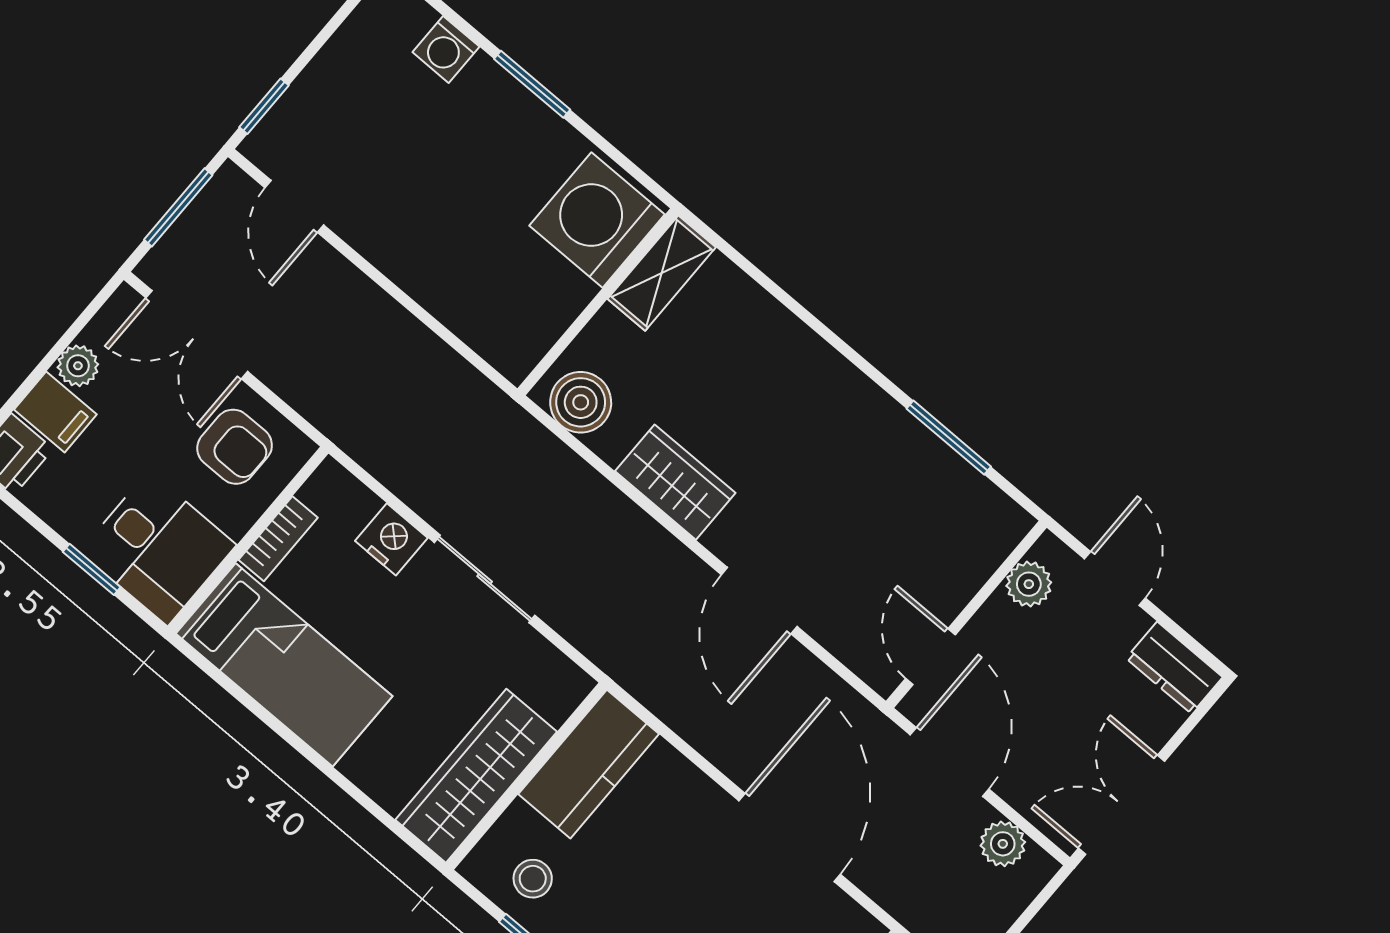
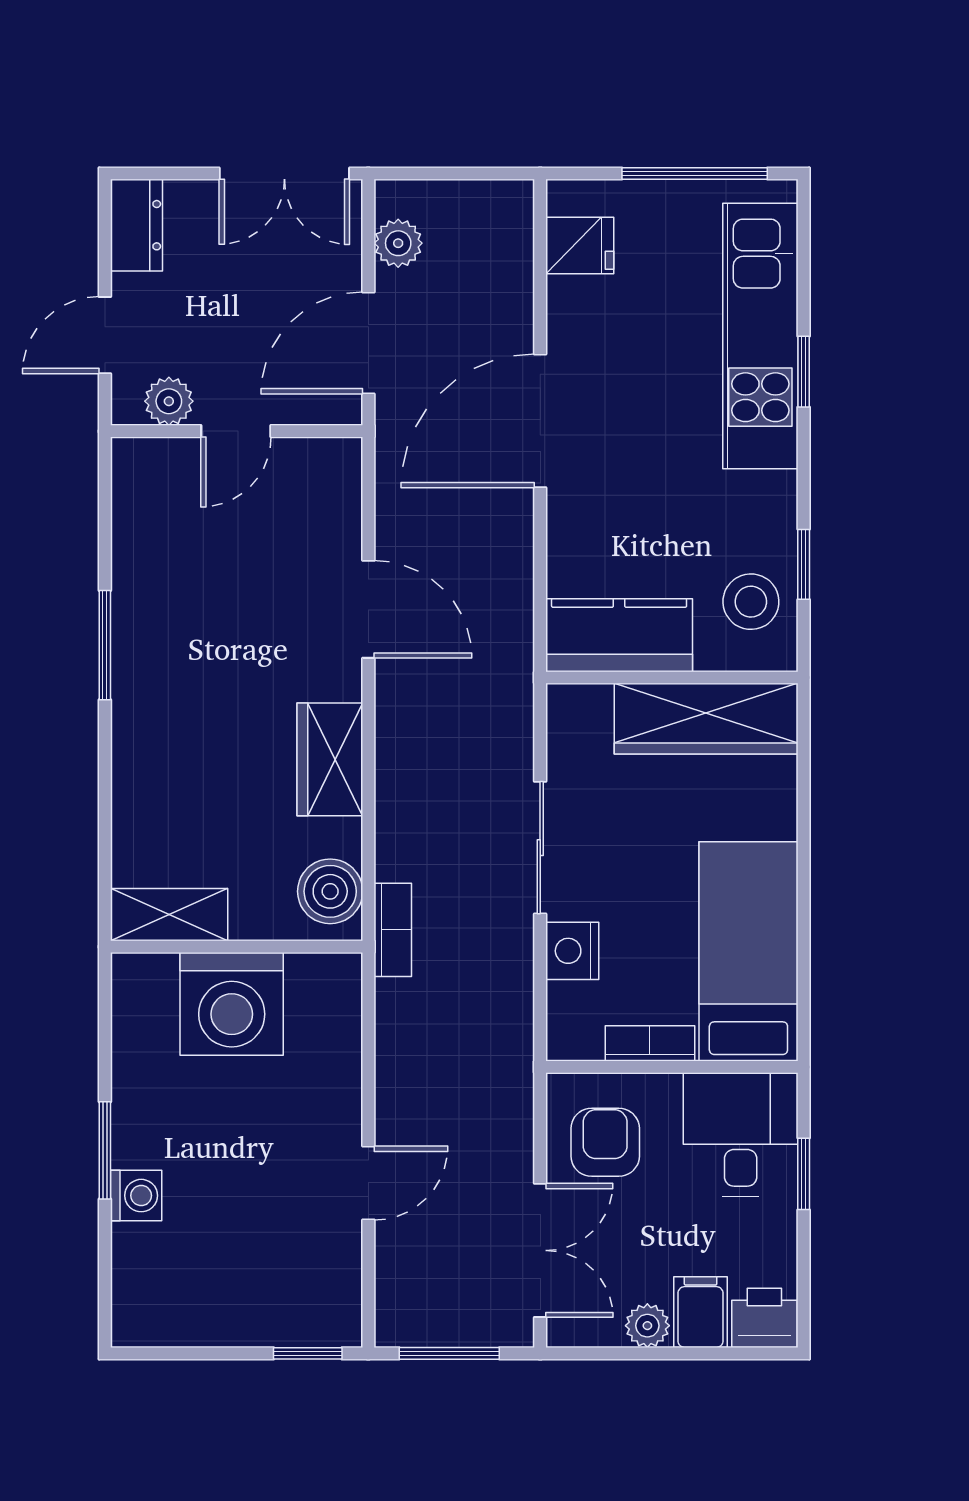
washing machine: (446, 49) -> (136, 1196), moved
door: (294, 206) -> (368, 1183), moved
washing machine: (597, 220) -> (232, 1004), moved
bookcase: (515, 424) -> (393, 930), added
window: (949, 438) -> (105, 645), moved
door: (759, 601) -> (368, 609), hinge flipped
door: (930, 657) -> (236, 431), moved
stool: (533, 879) -> (751, 602), width x1.37, depth x1.37

